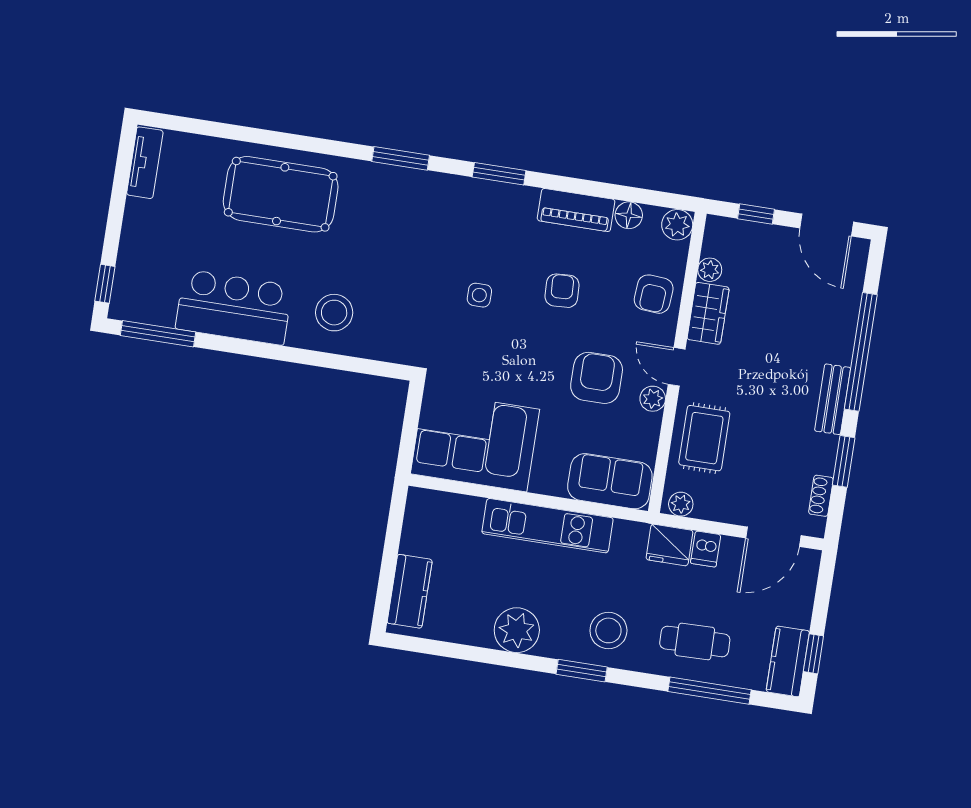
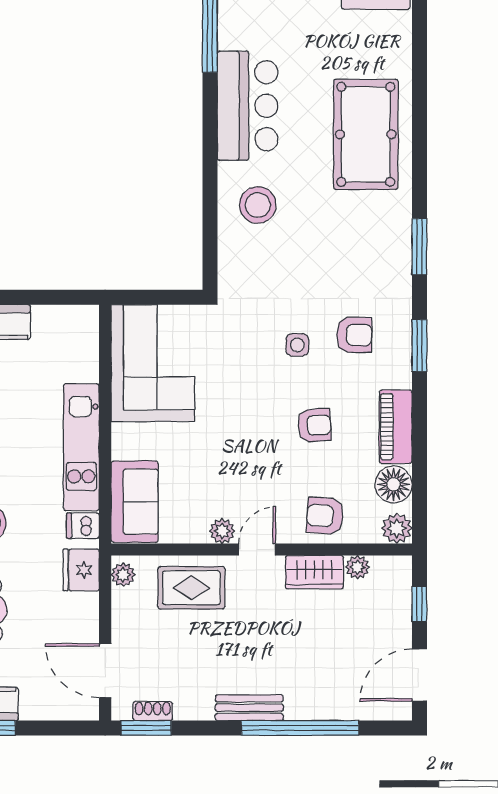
floor lamp: (629, 215) -> (394, 484), width x1.38, depth x1.38
armchair: (597, 378) -> (354, 335), moved, width x0.72, depth x0.72
window: (844, 461) -> (146, 728), moved
dishwasher: (706, 549) -> (83, 526), moved

